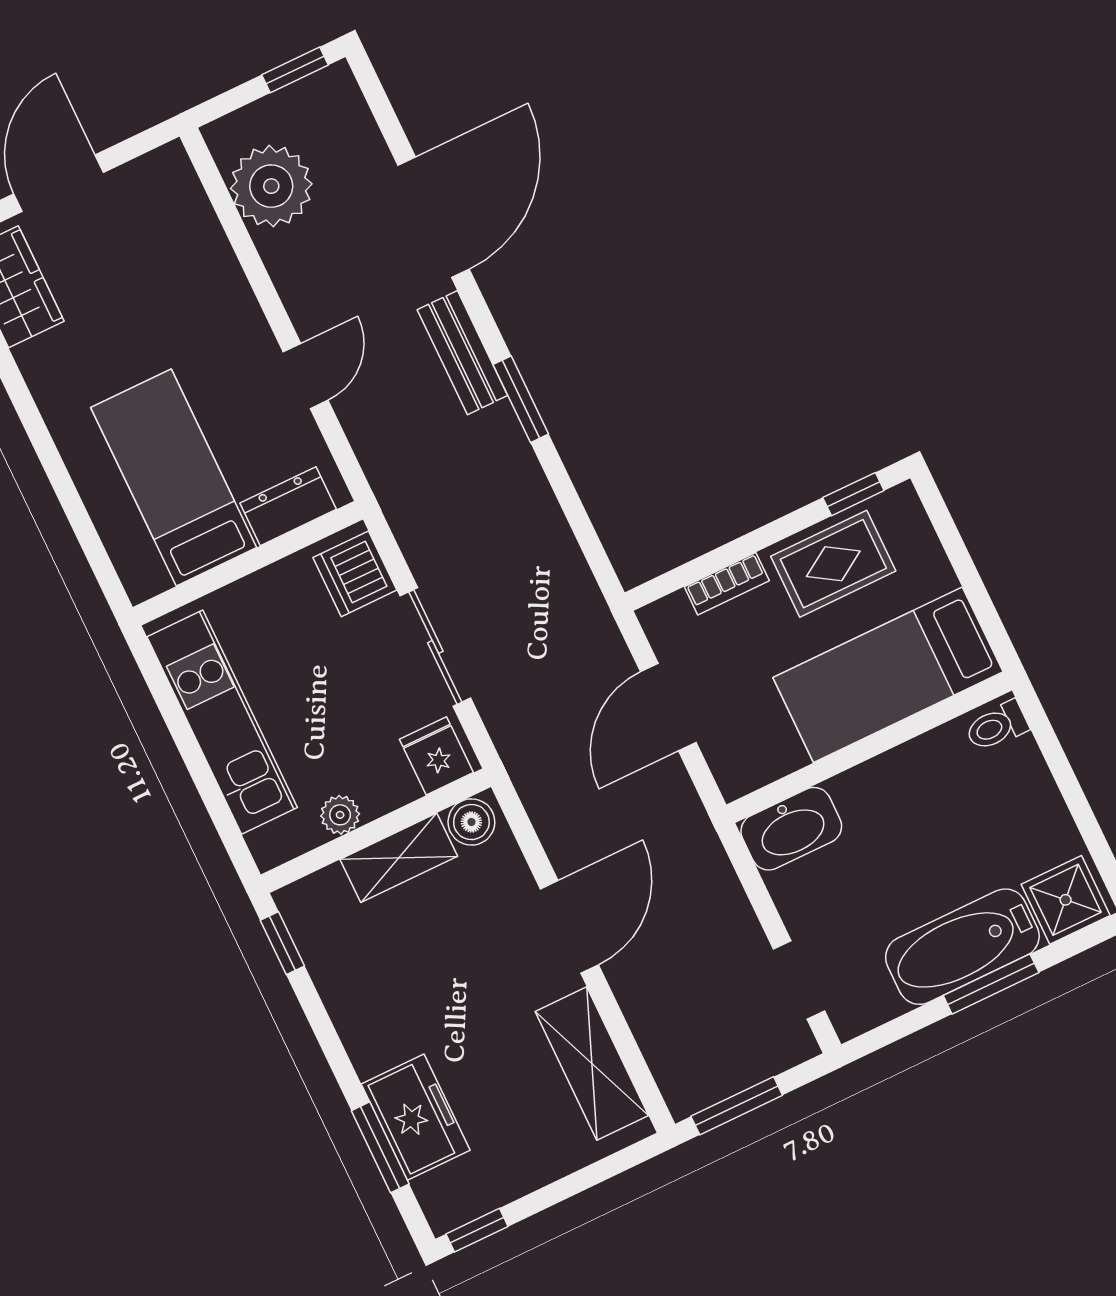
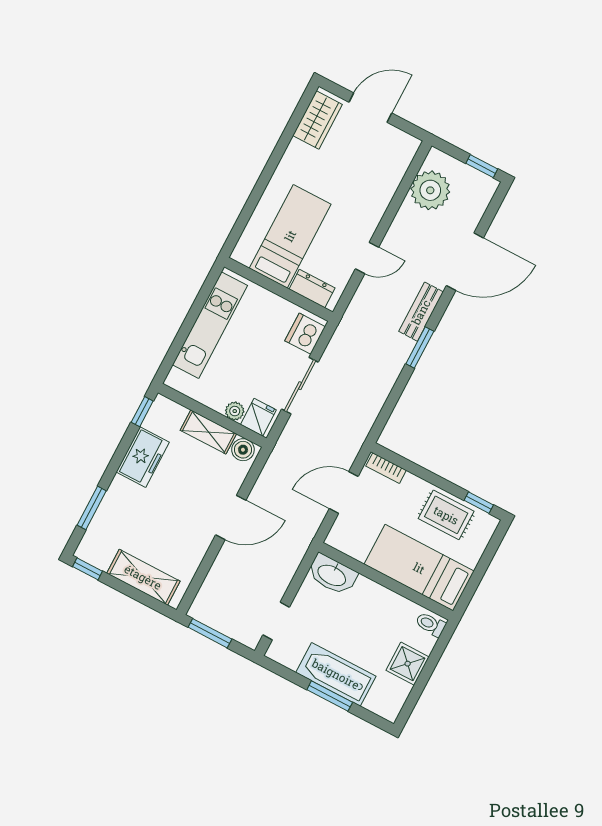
bookcase: (727, 584) -> (386, 468), moved
plant: (340, 815) -> (235, 411), moved
shower: (1066, 900) -> (408, 664), moved
shelving: (592, 1063) -> (143, 577), moved, turned 90
freezer: (416, 1117) -> (143, 457), moved

